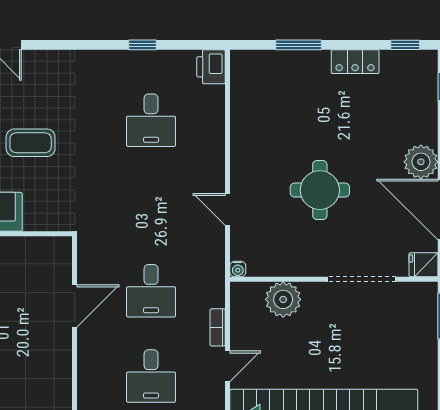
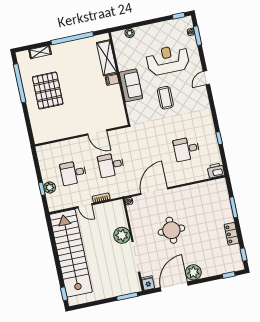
door: (228, 209) -> (154, 191), width x1.88
plant: (283, 299) -> (122, 235), moved

